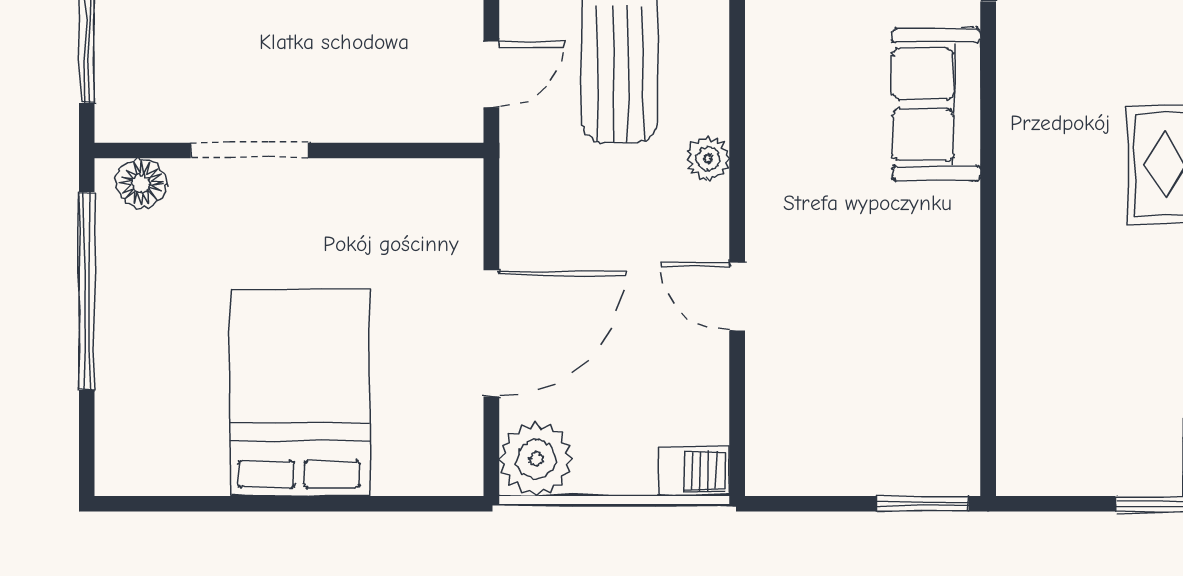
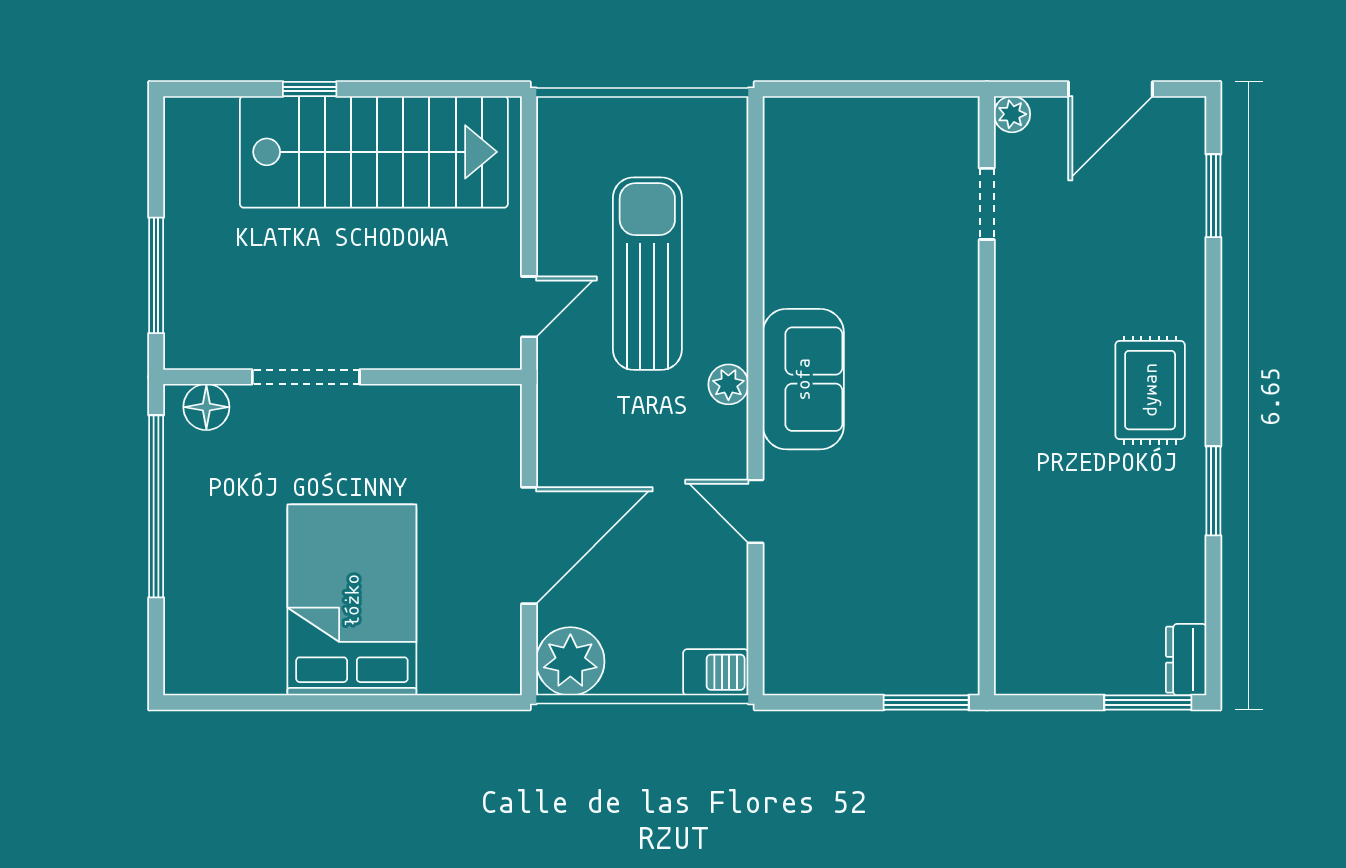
sofa: (936, 104) -> (803, 379), moved, turned 180

